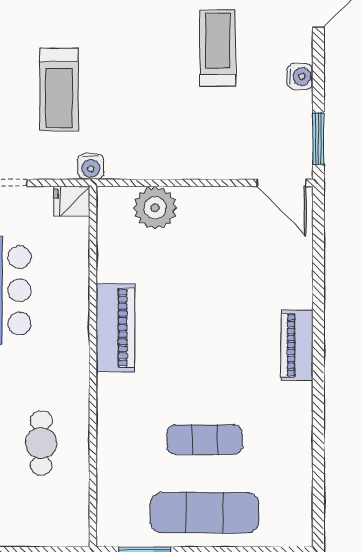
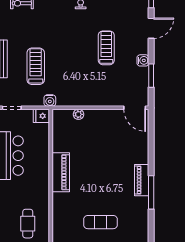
treadmill: (59, 90) -> (36, 66), turned 180
window: (318, 138) -> (151, 76), moved
plant: (155, 208) -> (78, 114), width x0.53, depth x0.53
window: (318, 373) -> (151, 192), added

